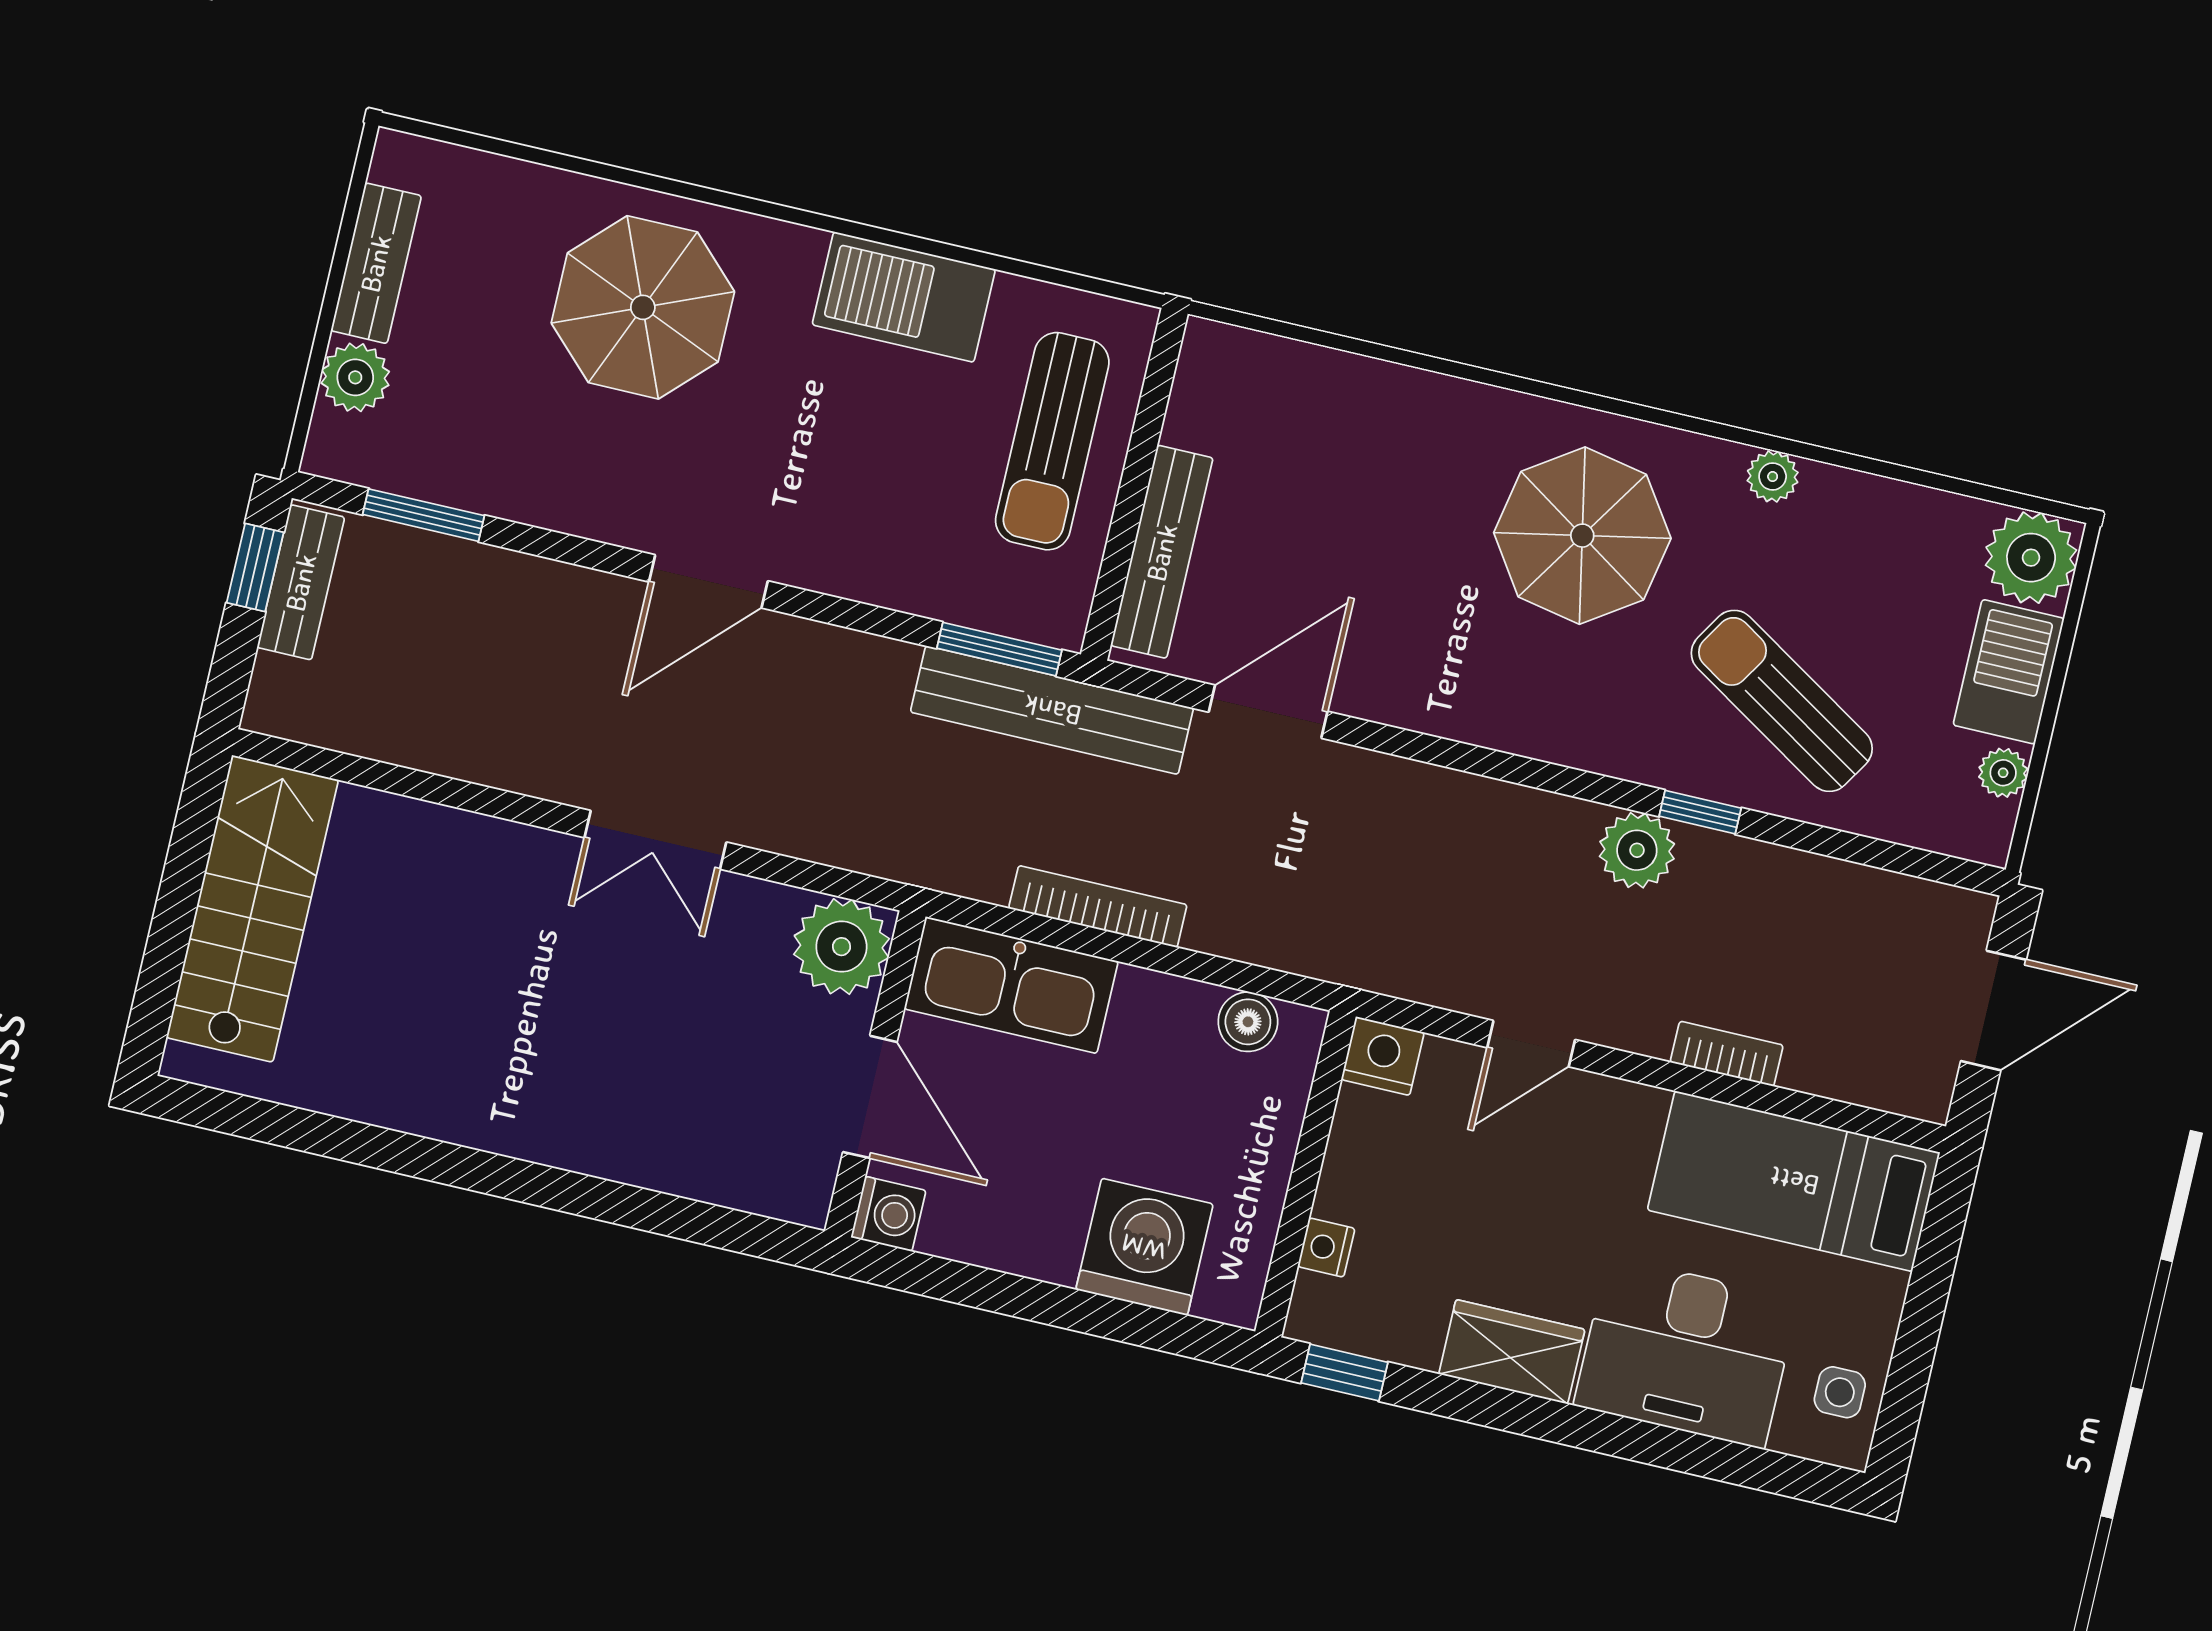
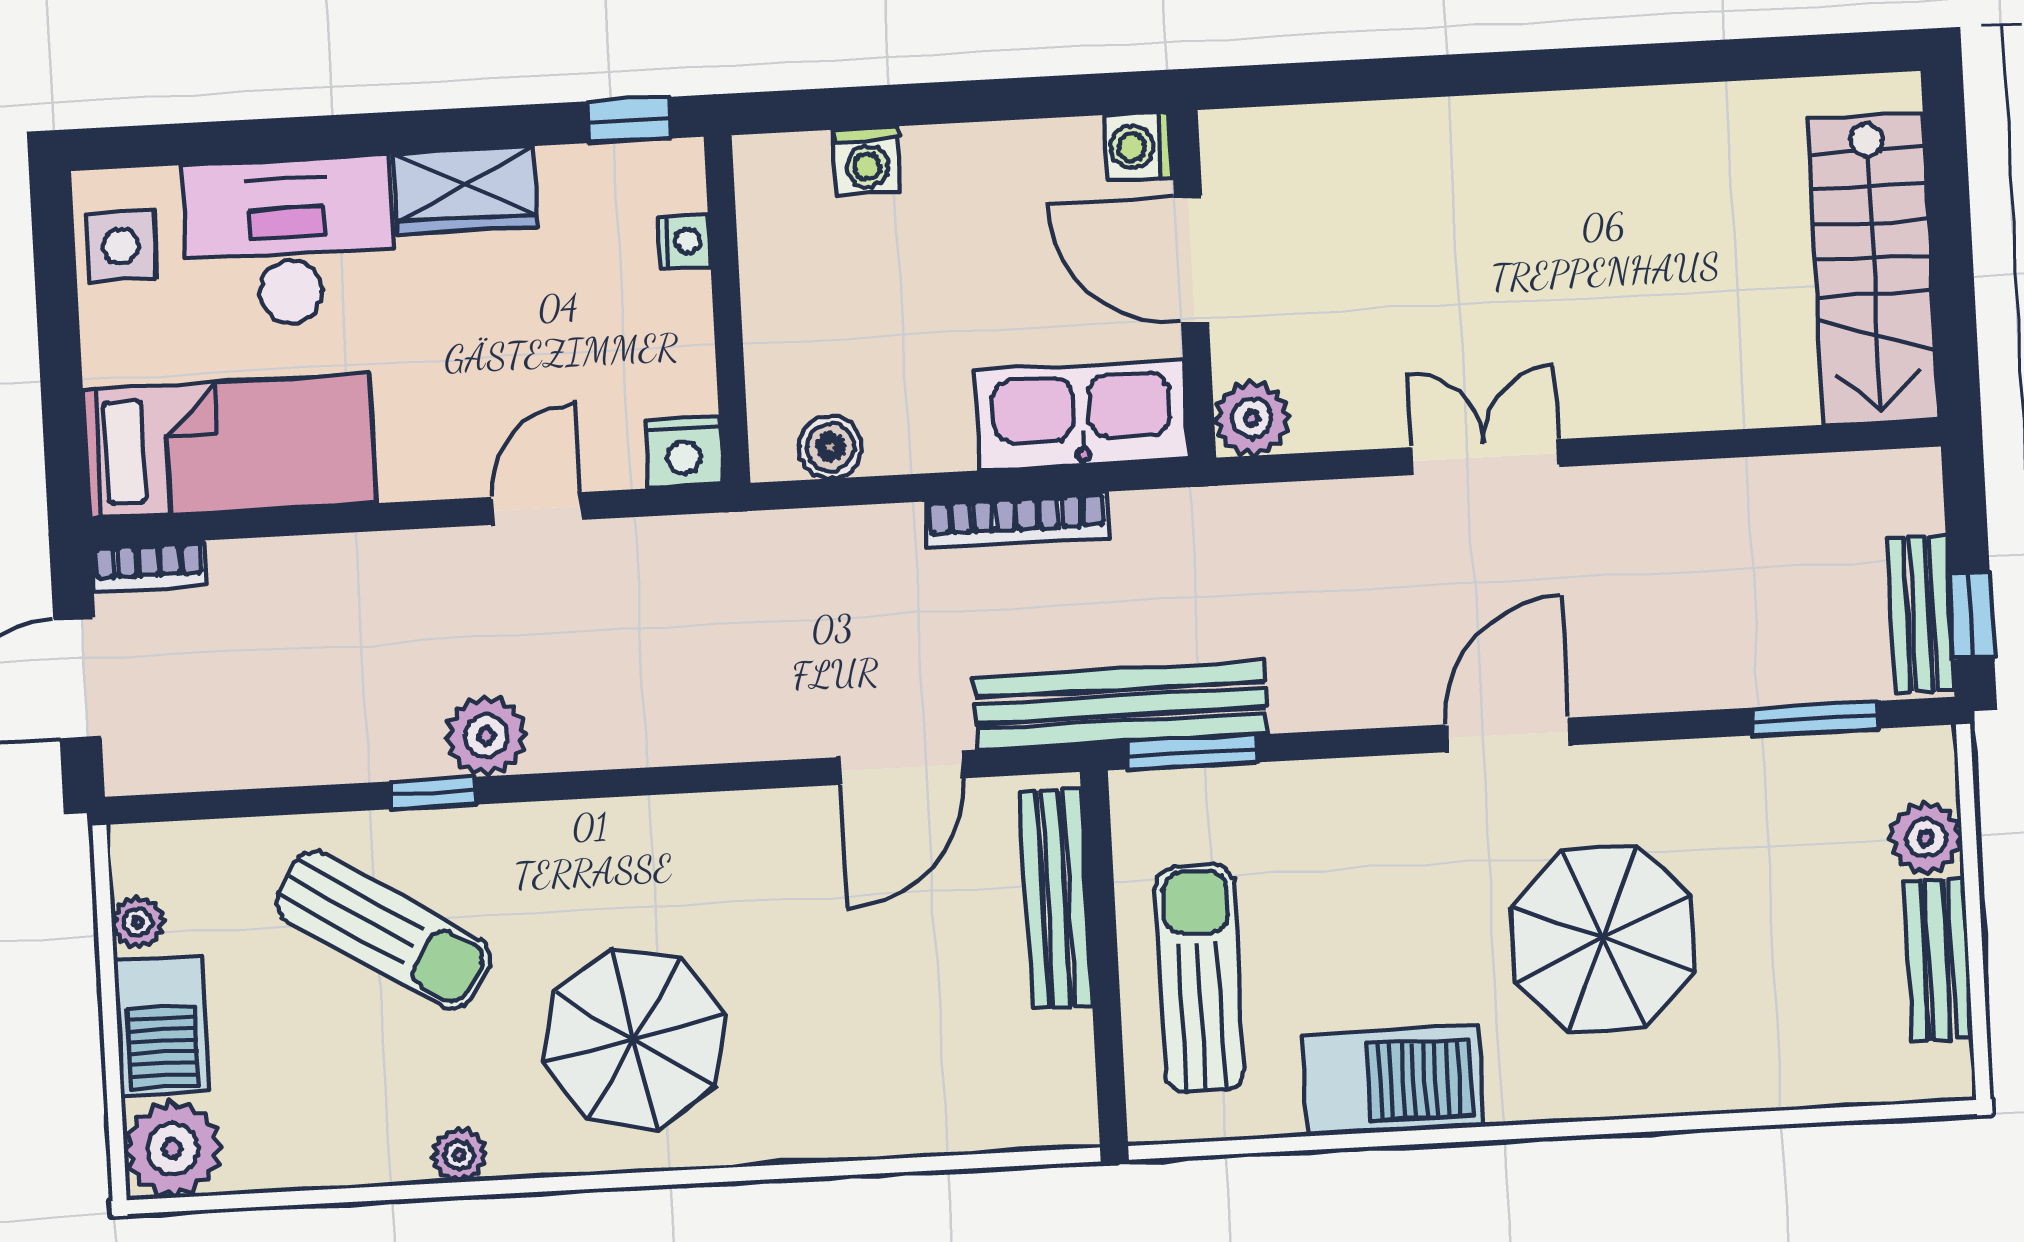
parasol: (643, 307) -> (1603, 939), moved
plant: (841, 947) -> (1252, 418), width x0.73, depth x0.73
bookcase: (1727, 1054) -> (149, 566), moved
washing machine: (1144, 1247) -> (867, 160), width x0.53, depth x0.53
side table: (1840, 1392) -> (121, 246), width x1.37, depth x1.37

